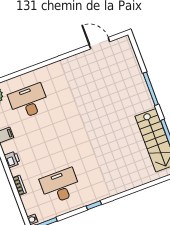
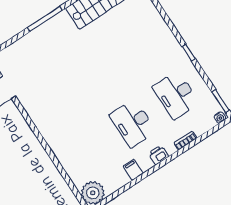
desk: (29, 101) -> (133, 123), moved

